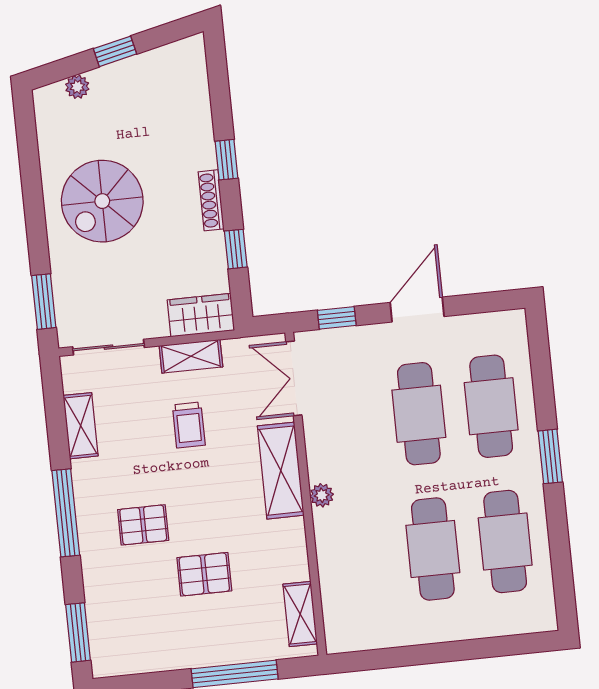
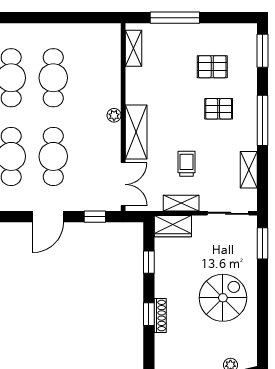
shoe rack: (211, 200) -> (160, 316), moved
pallet: (204, 574) -> (212, 67), moved

